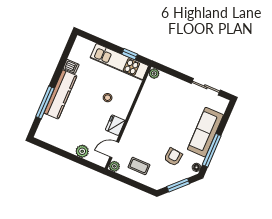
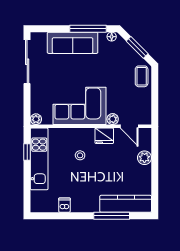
sliding door: (206, 87) -> (27, 62), width x1.37
kitchen counter: (60, 94) -> (126, 204), moved
corner sofa: (150, 115) -> (80, 106), added
armchair: (173, 157) -> (111, 64), removed
plant: (114, 166) -> (113, 119), moved
coffee table: (139, 166) -> (142, 76), moved

